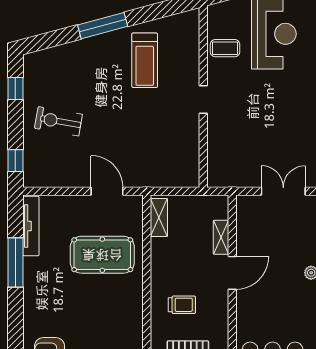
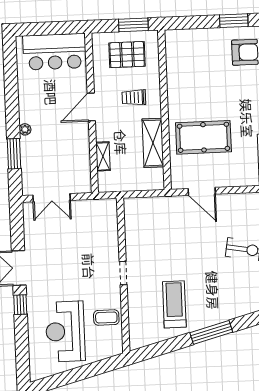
shelving: (159, 217) -> (153, 143), moved, width x1.50, depth x1.33
door: (232, 273) -> (91, 107), moved

